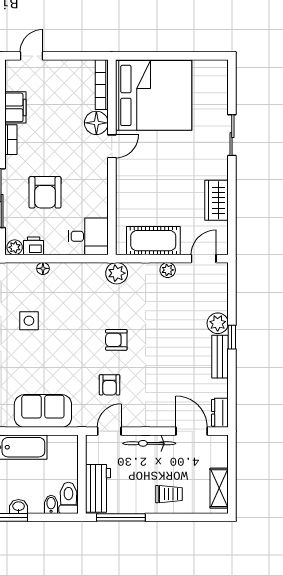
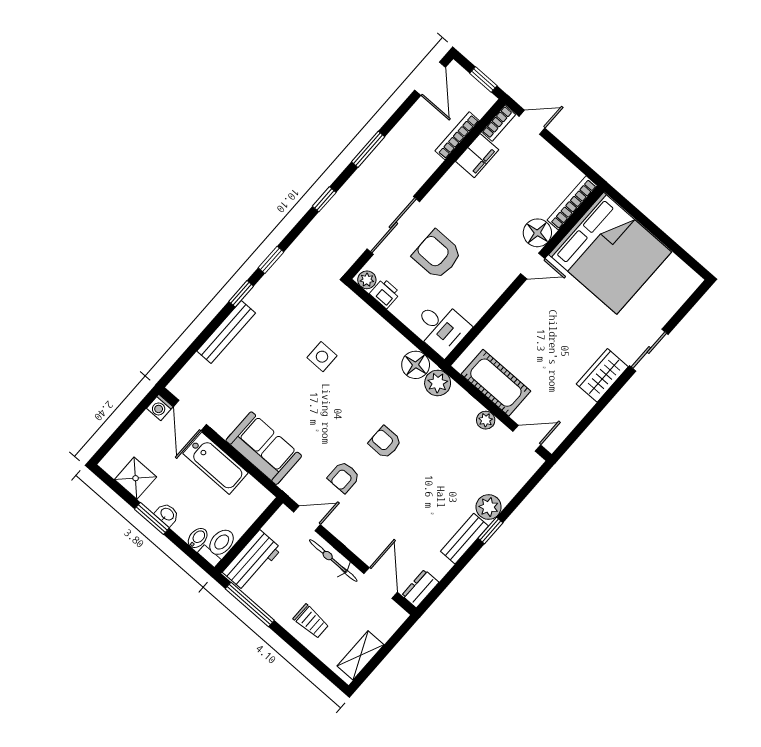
bookcase: (11, 140) -> (498, 123), moved
armchair: (45, 192) -> (437, 255), turned 90
wardrobe: (217, 200) -> (602, 375), moved
floor lamp: (43, 268) -> (416, 365), moved, width x1.89, depth x1.89

